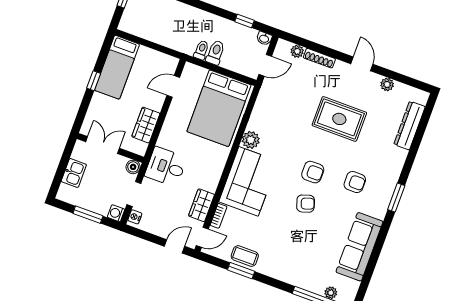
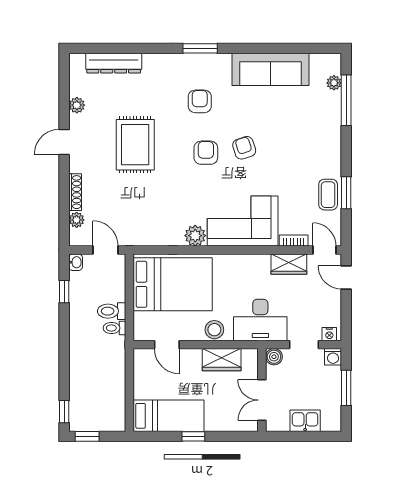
stool: (171, 128) -> (214, 330), added
desk: (166, 167) -> (260, 320), width x1.37

